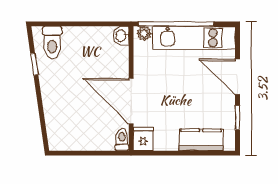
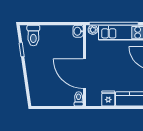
fridge: (143, 139) -> (108, 98), moved

